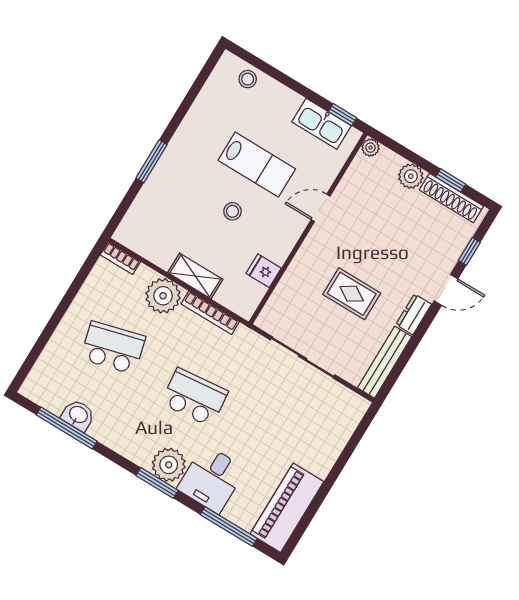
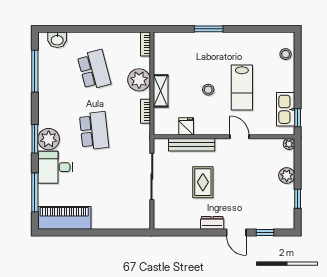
shoe rack: (451, 198) -> (288, 205), removed
bookcase: (210, 313) -> (145, 111), width x0.64
bench: (385, 362) -> (192, 145), moved
washbasin: (78, 415) -> (57, 40), moved, turned 90

